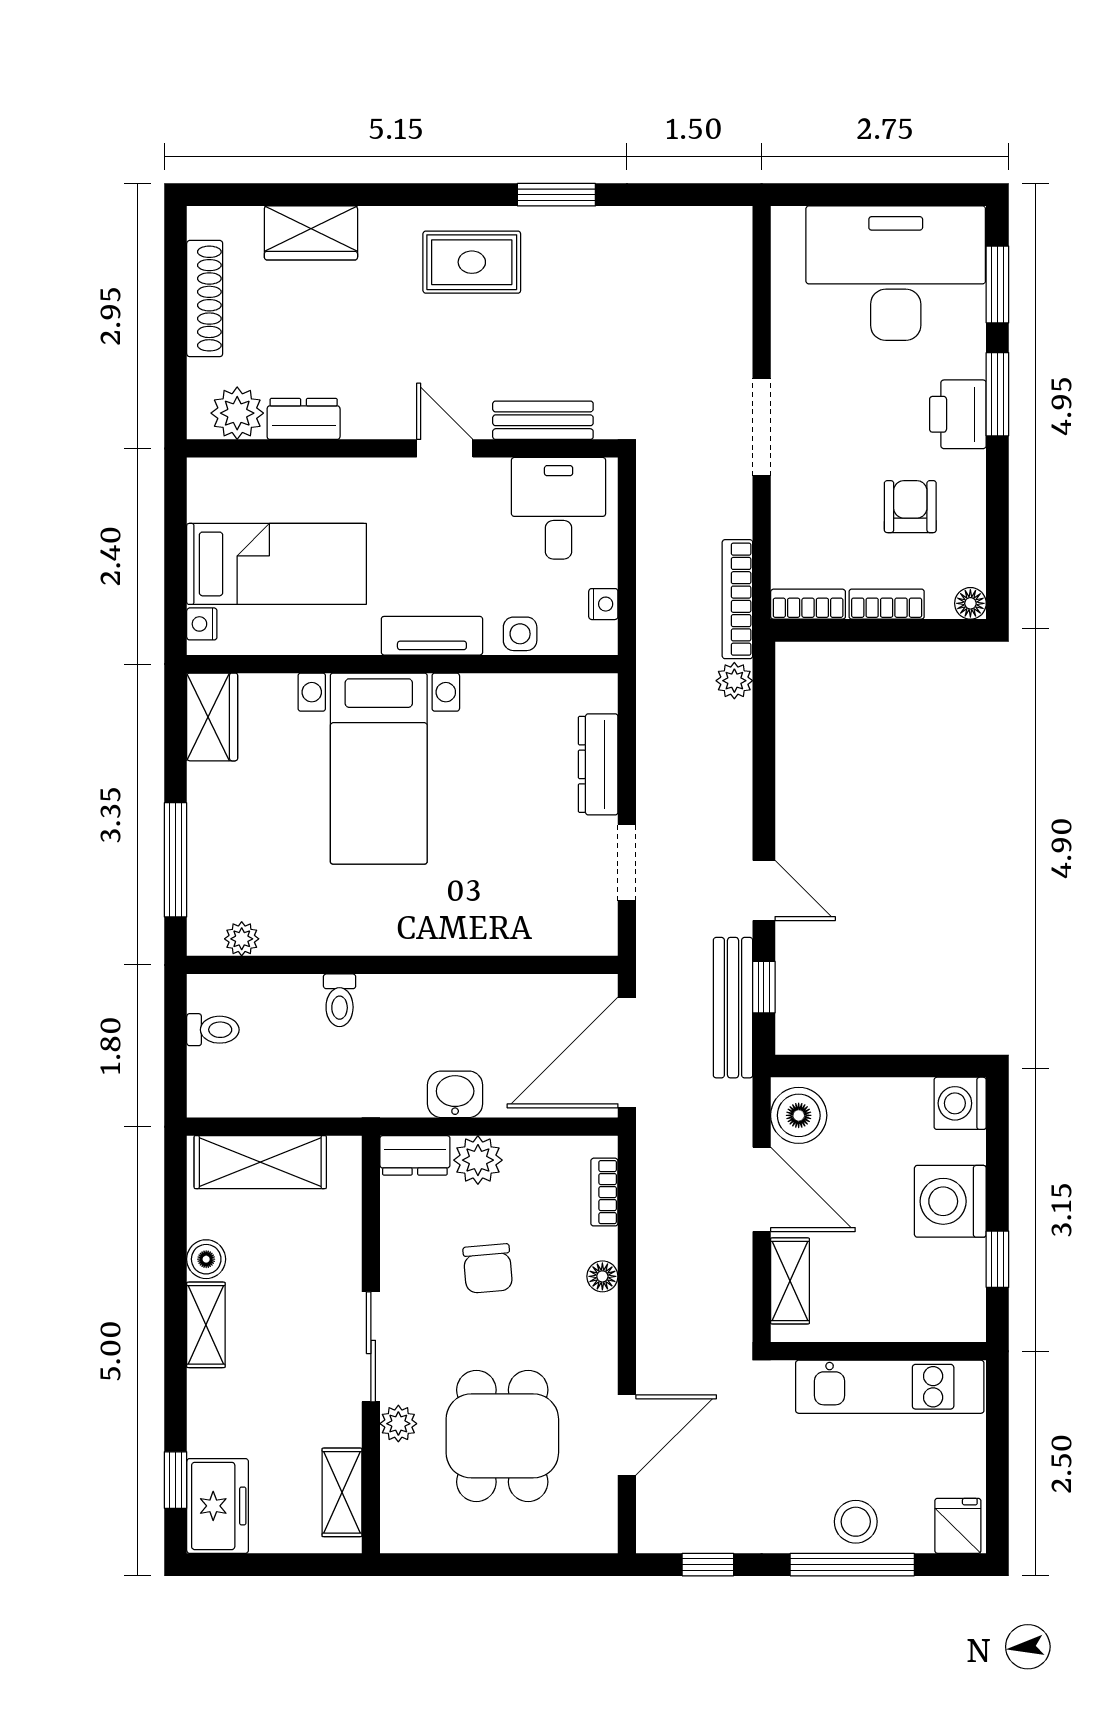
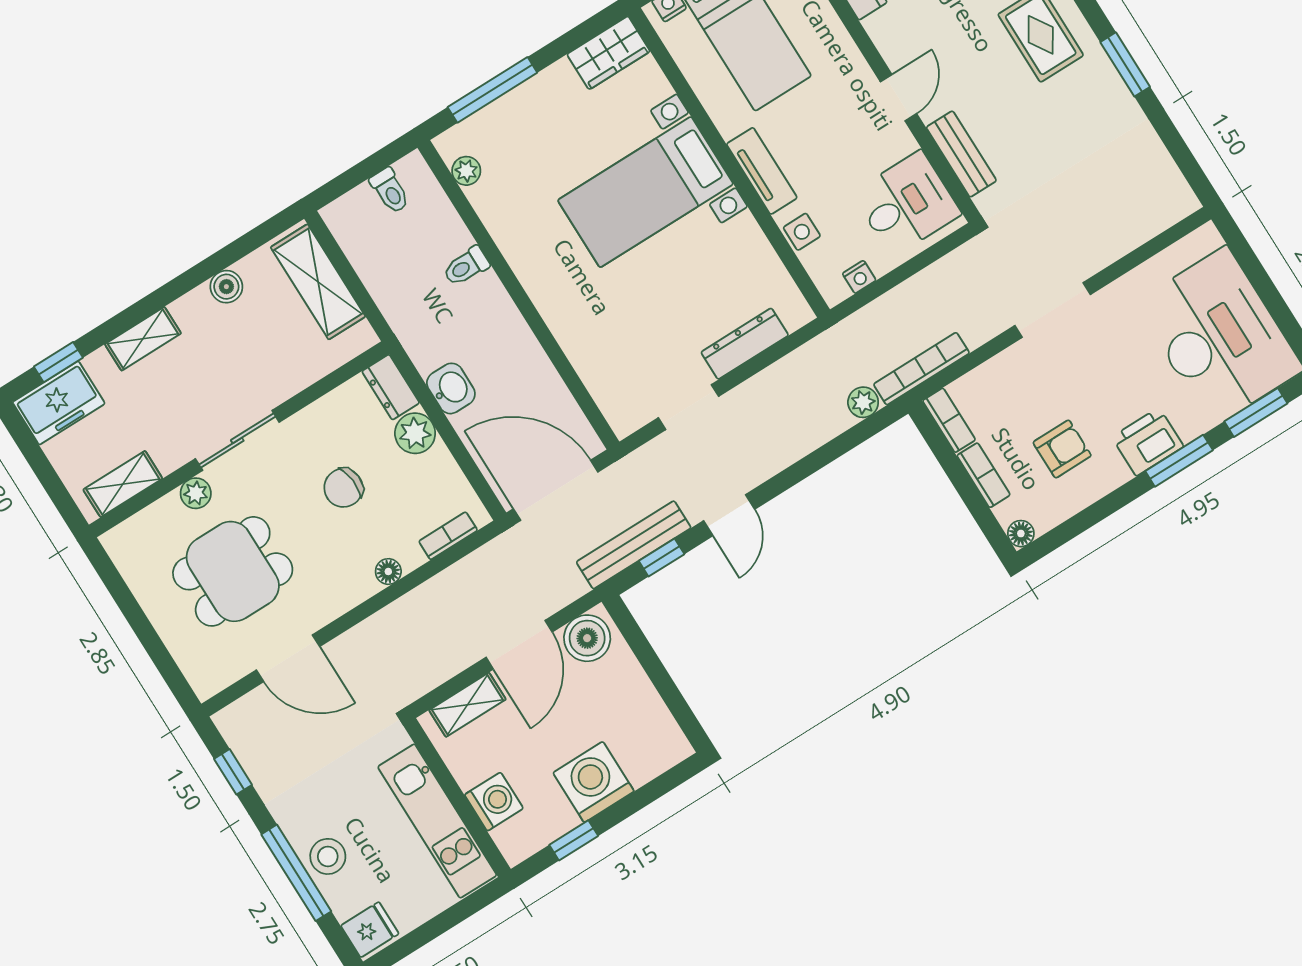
washing machine: (960, 1103) -> (494, 802), moved, turned 90
shelving: (206, 1325) -> (143, 339), moved

